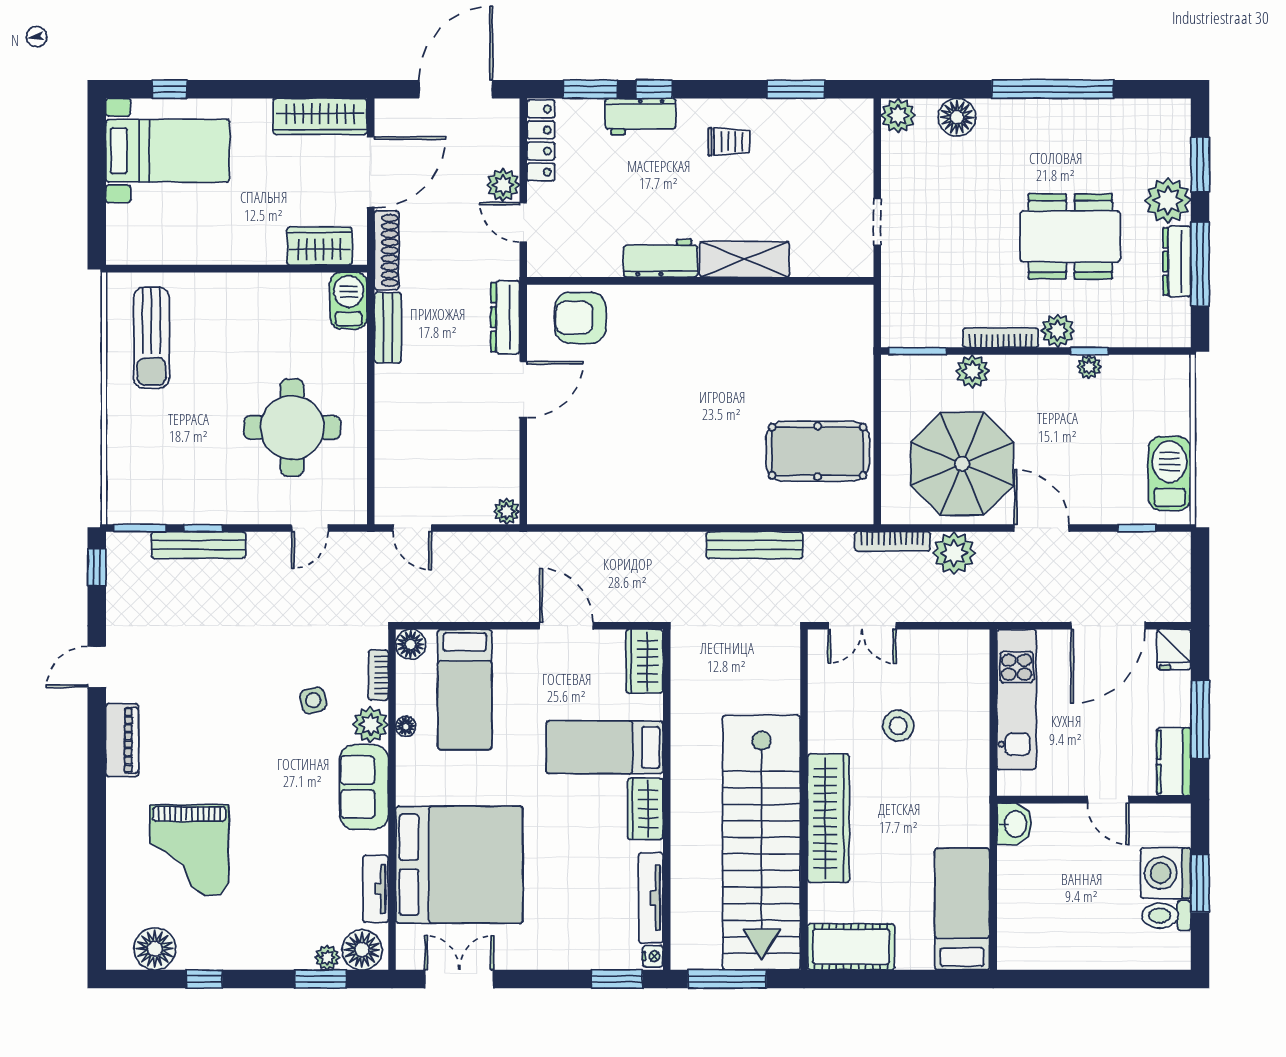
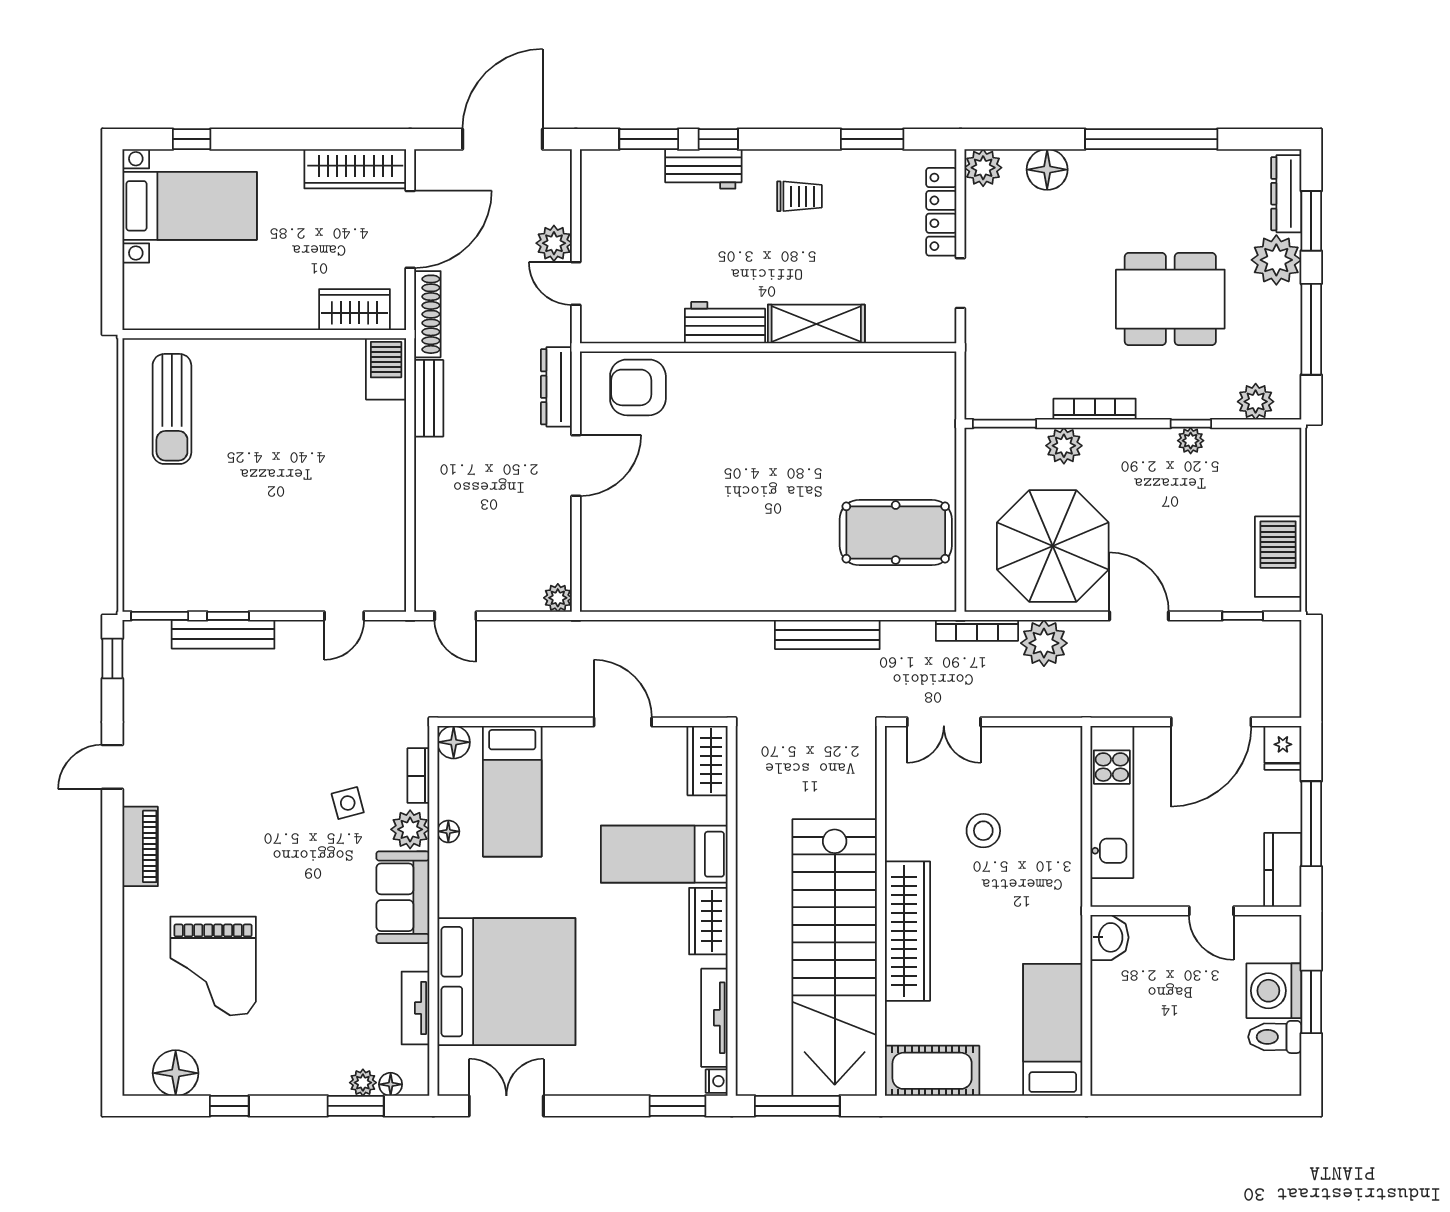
locker: (541, 140) -> (941, 212), moved, turned 180
dresser: (1177, 261) -> (1286, 194), moved
plant: (1058, 331) -> (1256, 402), moved
round table: (292, 428) -> (325, 507), removed
floor lamp: (362, 950) -> (391, 1084), width x0.53, depth x0.53

